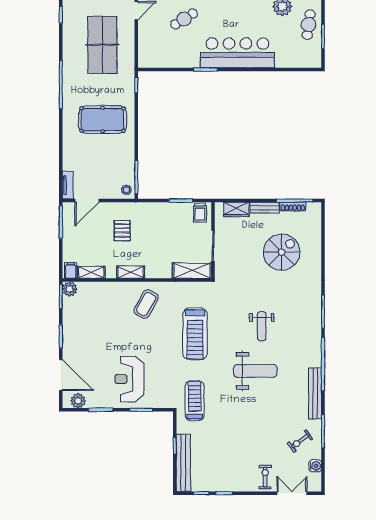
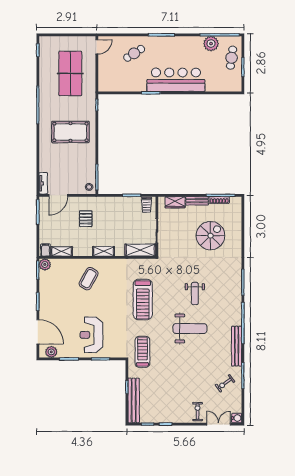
shelving: (131, 272) -> (104, 251), moved
coffee table: (146, 304) -> (89, 279), moved
water cooler: (315, 466) -> (237, 418), moved

